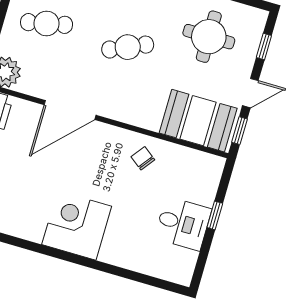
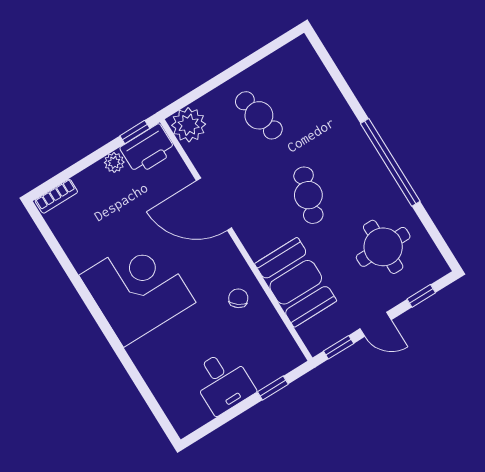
cafe table: (128, 47) -> (308, 195), turned 42
booth: (198, 121) -> (296, 282), moved
window: (215, 215) -> (273, 388), moved
corner desk: (77, 225) -> (137, 289), width x1.36, depth x1.36

